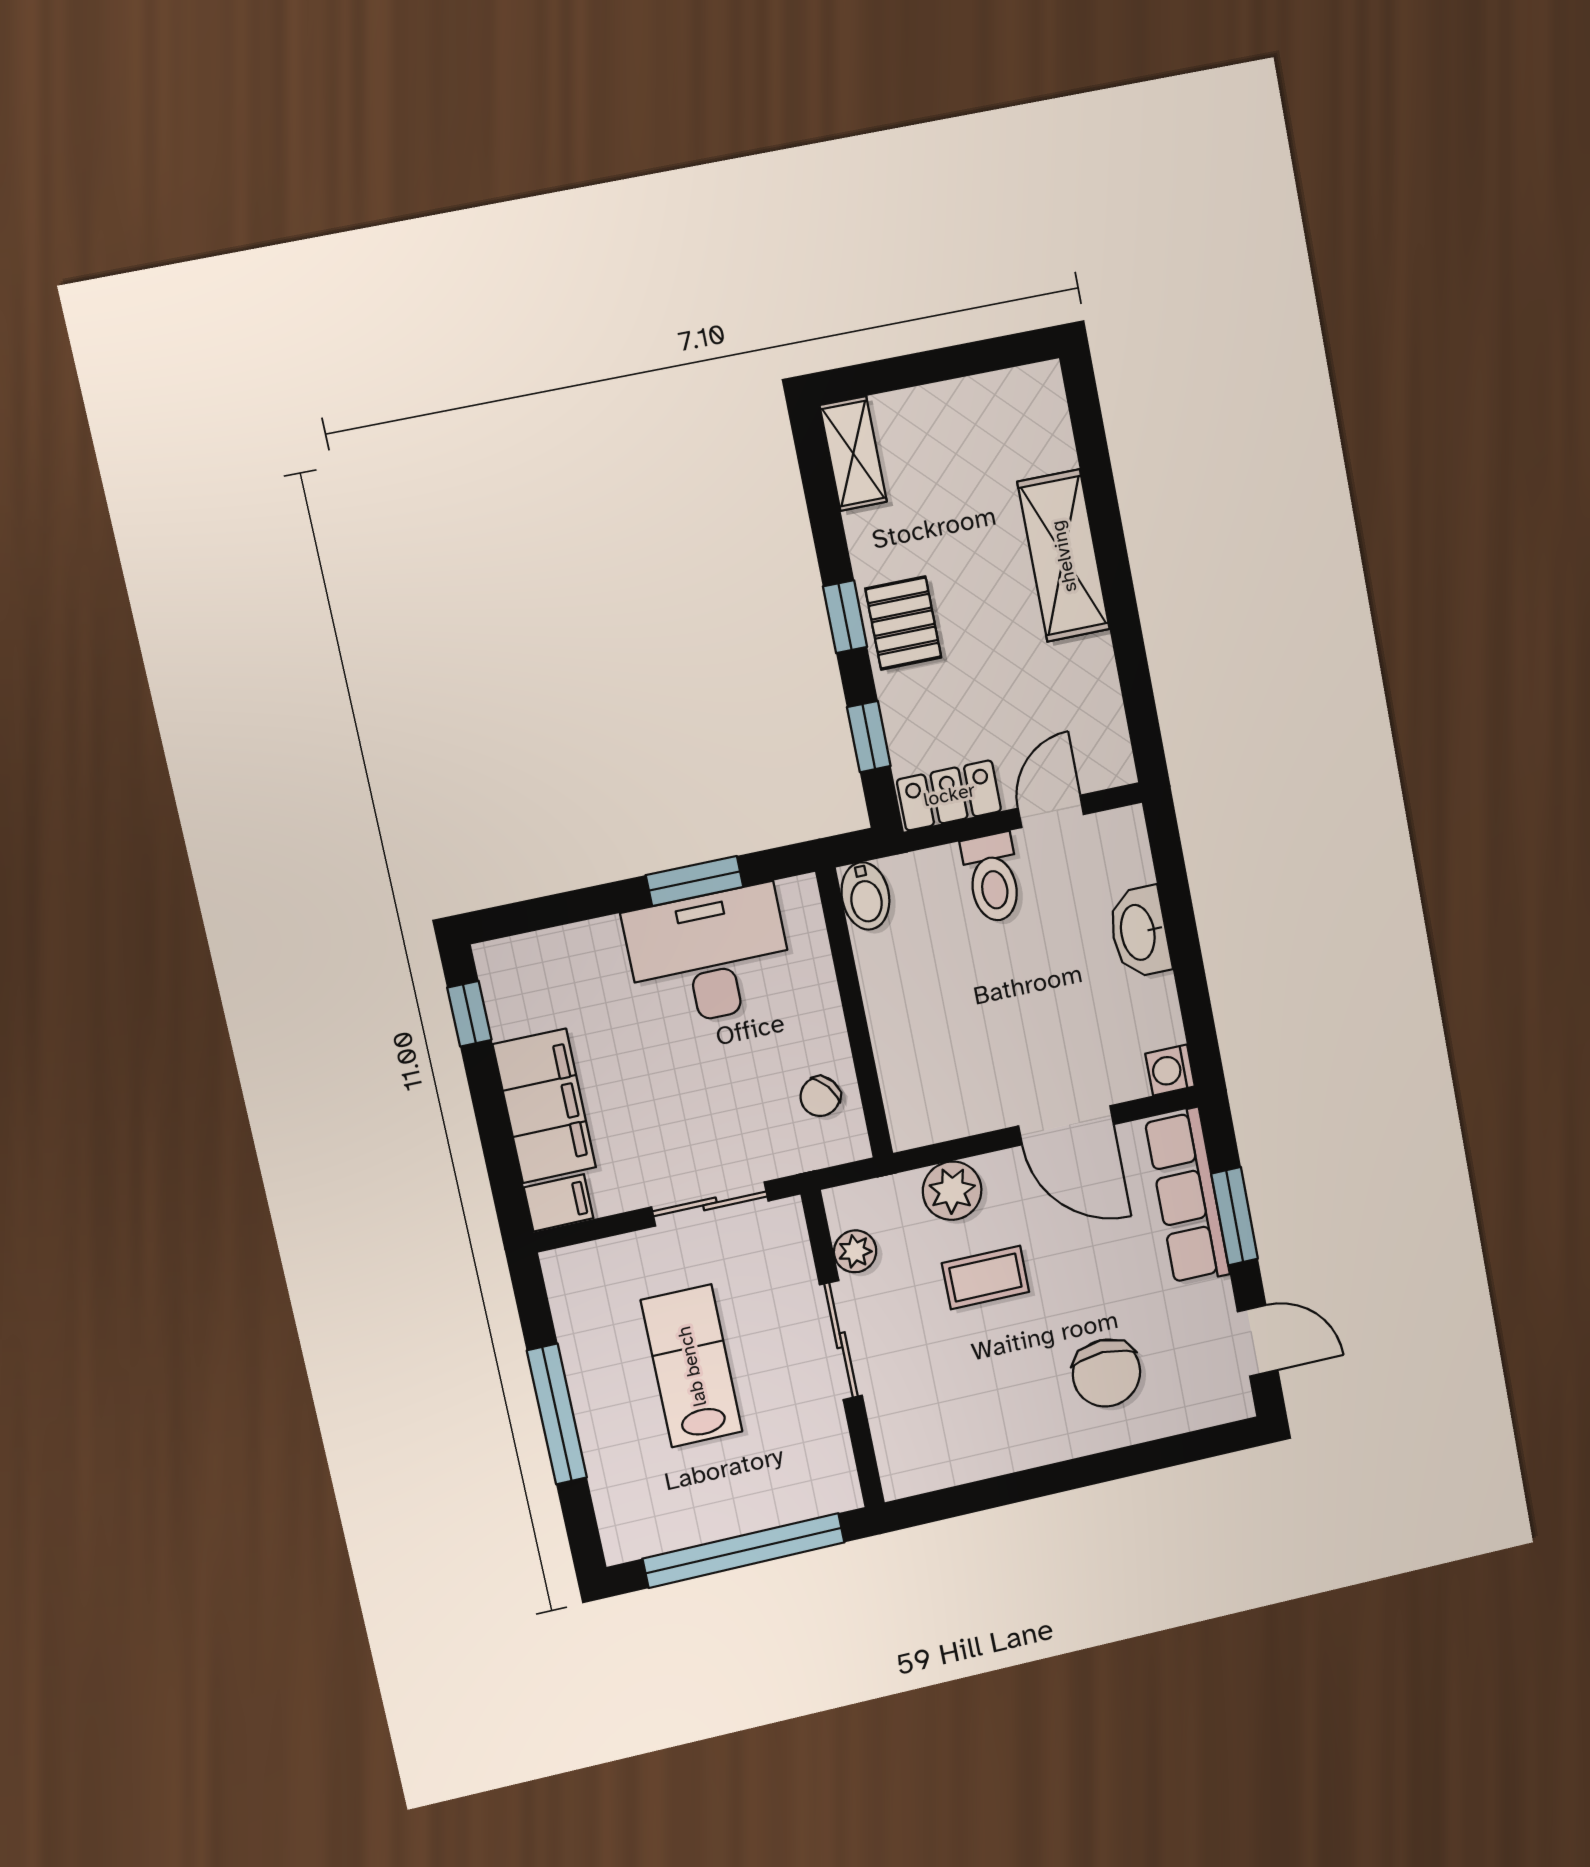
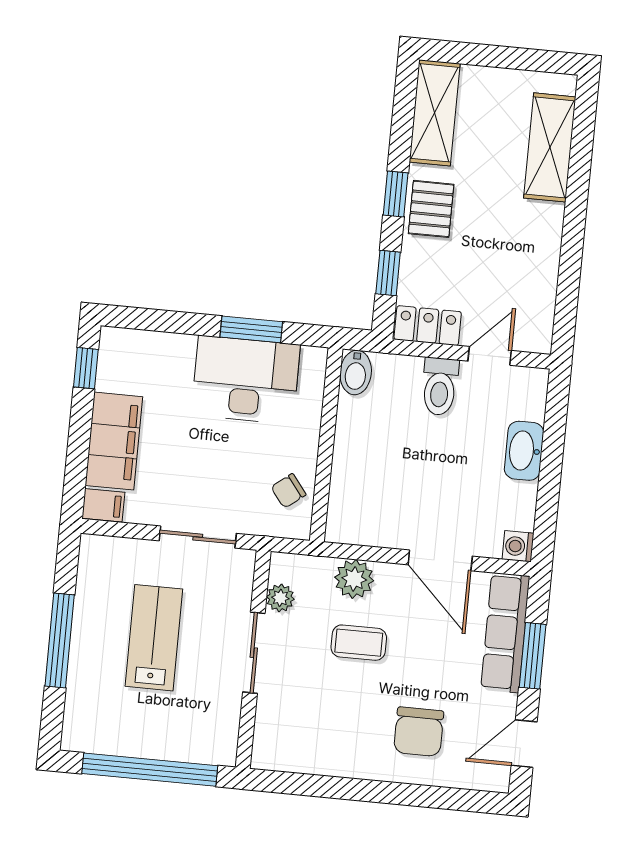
shelving: (853, 454) -> (435, 113), width x1.50, depth x1.33
shelving: (1064, 556) -> (550, 147), moved
door: (1258, 1341) -> (524, 744), swing flipped

